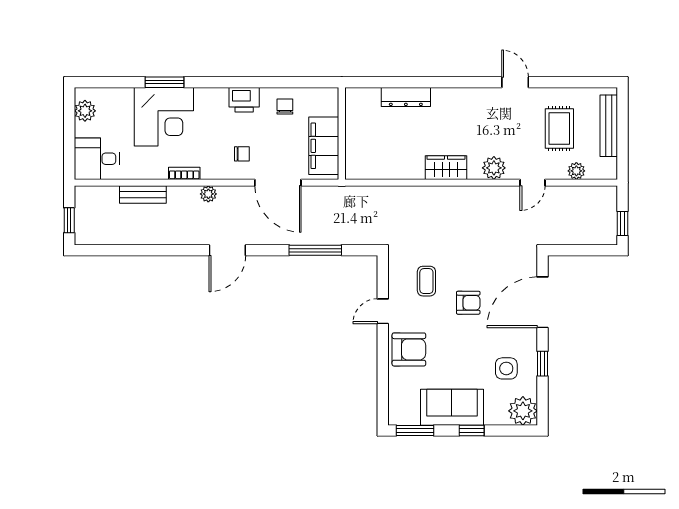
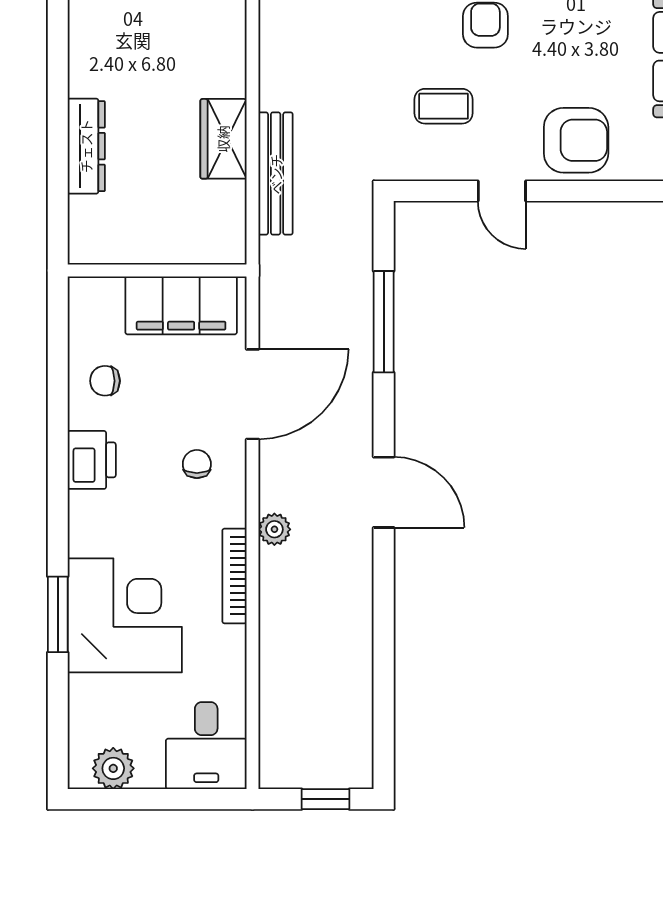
wardrobe: (446, 168) -> (223, 139), moved
bookcase: (184, 173) -> (234, 576), width x1.56
bench: (143, 194) -> (276, 174), moved, width x1.36
armchair: (409, 349) -> (576, 140), turned 90

